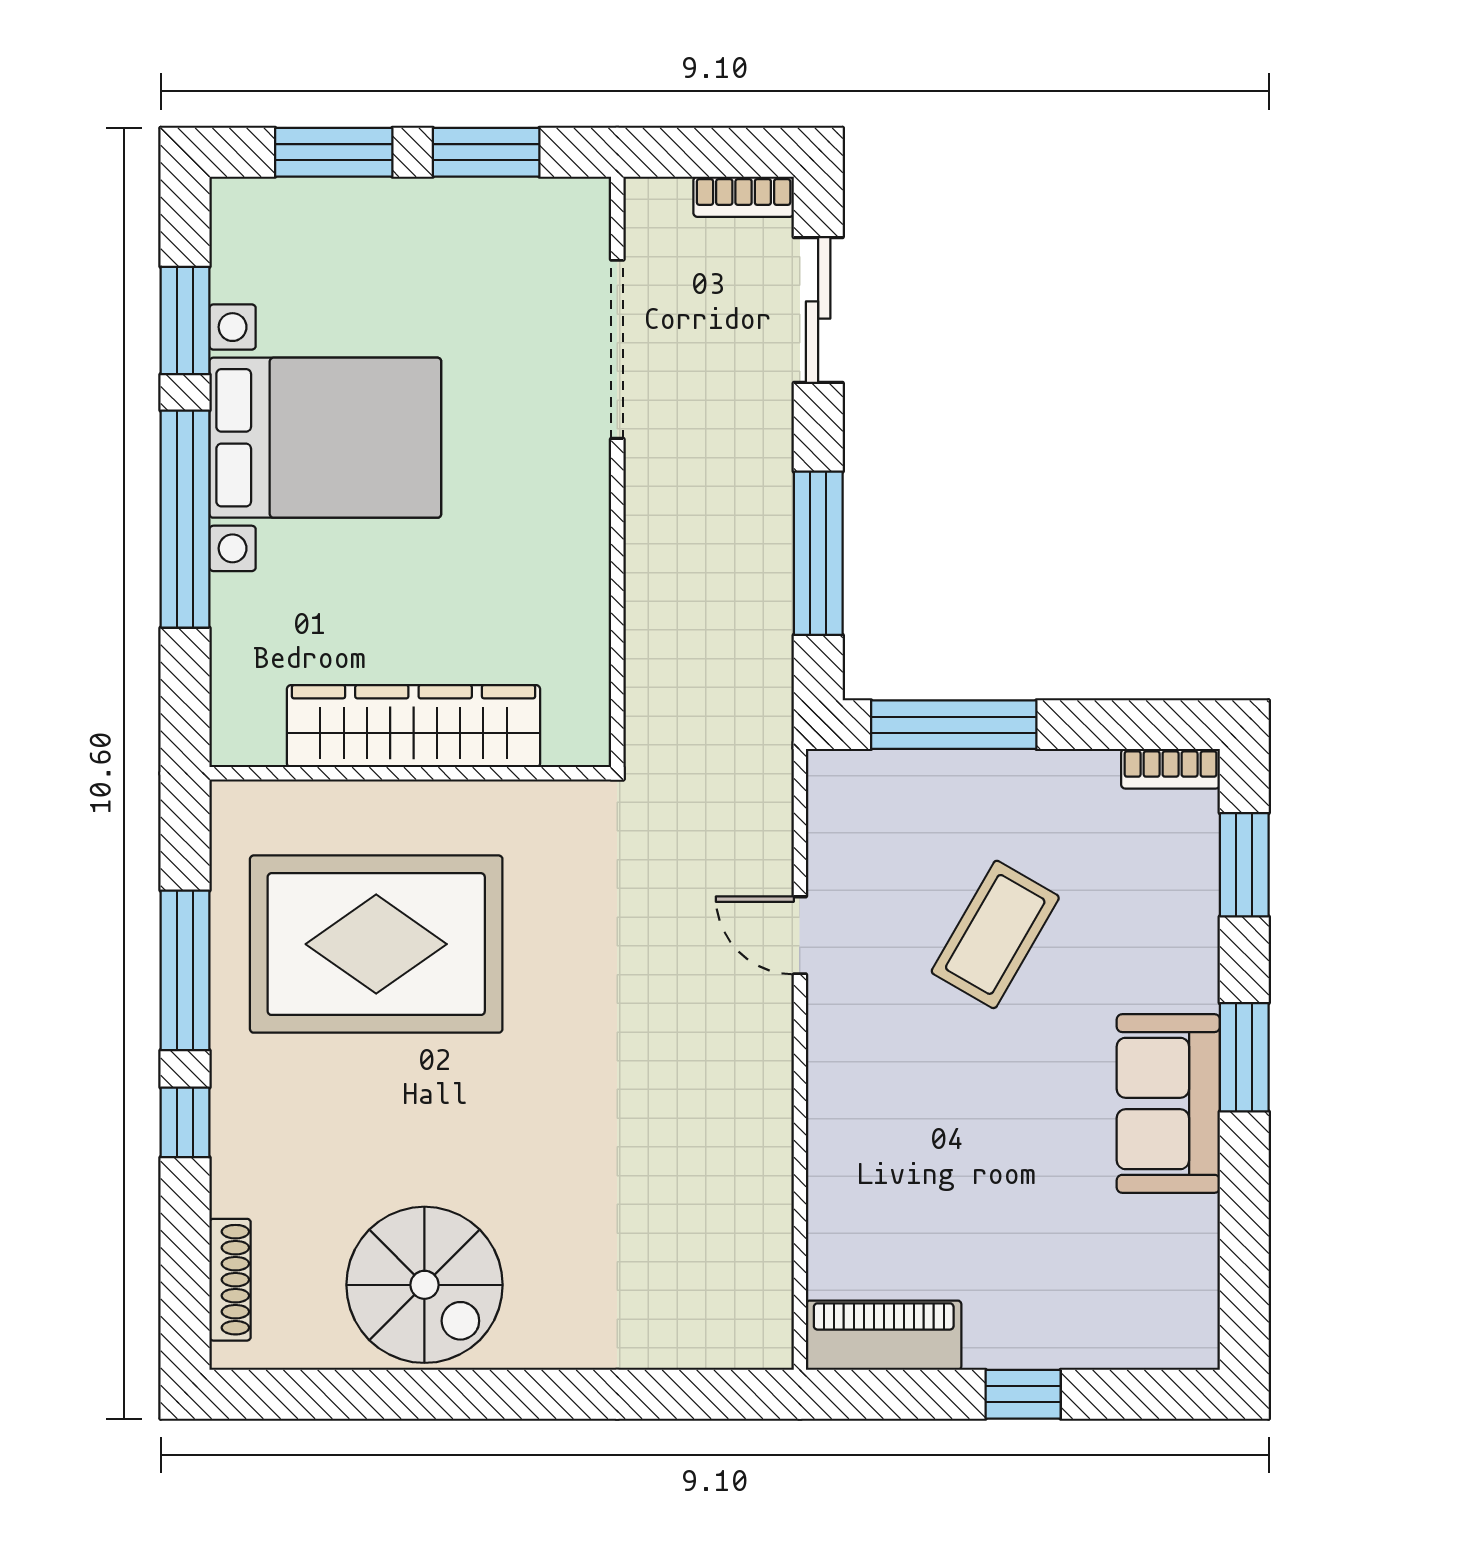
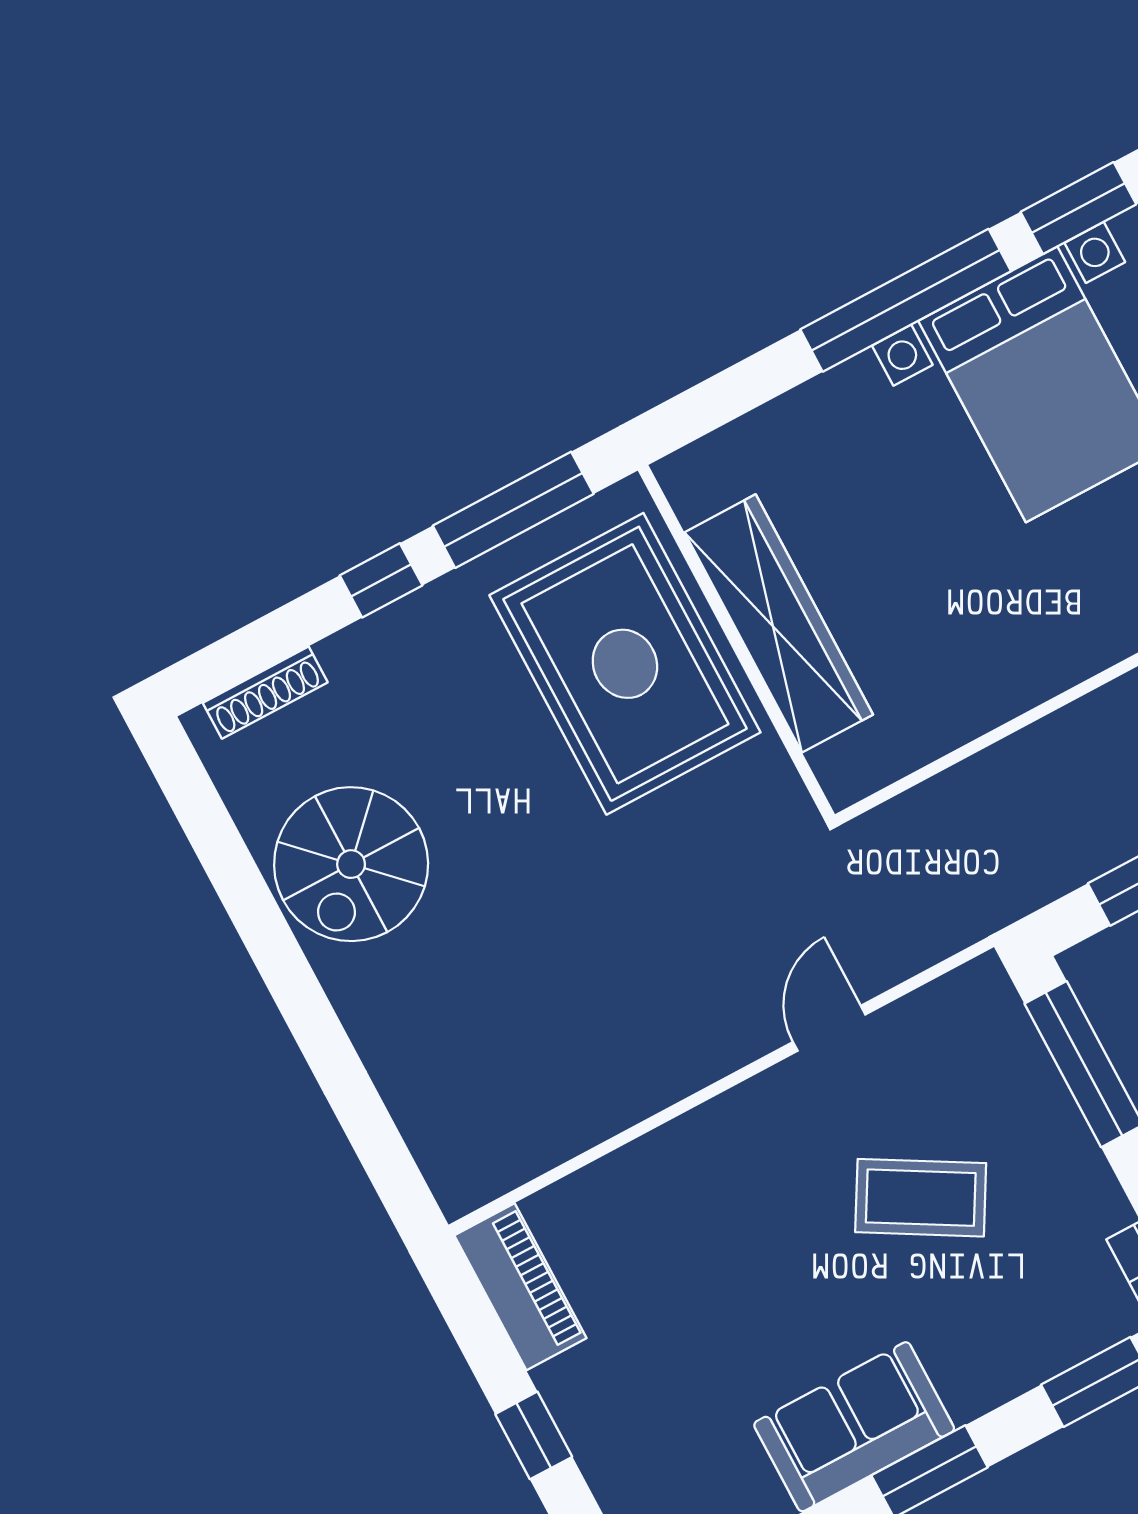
wardrobe: (414, 726) -> (779, 623), moved
wall: (410, 773) -> (736, 642), moved

